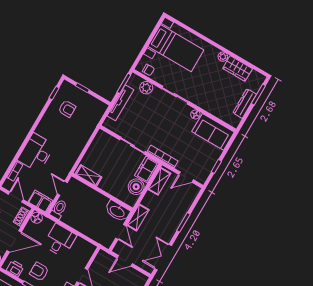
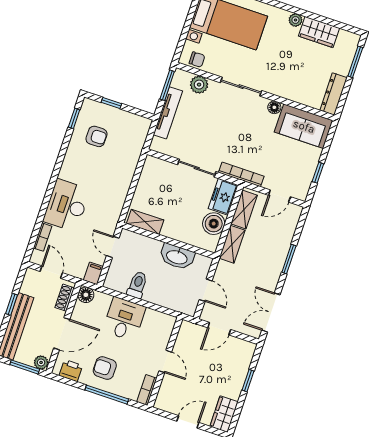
dresser: (245, 104) -> (334, 94), moved
filing cabinet: (41, 201) -> (93, 273), width x0.50
toilet: (59, 209) -> (137, 285), moved
washbasin: (117, 211) -> (177, 257), moved
shelving: (138, 217) -> (232, 244), moved

